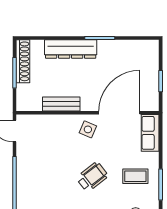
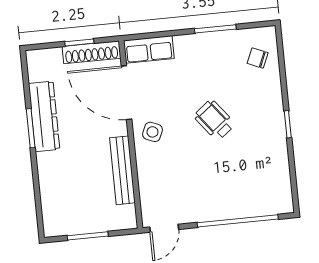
dresser: (71, 49) -> (44, 116), moved
shoe rack: (23, 61) -> (91, 52), moved, turned 180
bench: (61, 104) -> (122, 170), width x1.36
coffee table: (135, 176) -> (208, 63), removed

